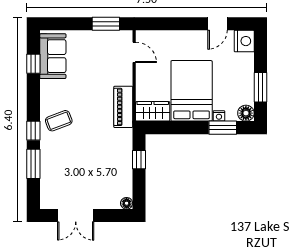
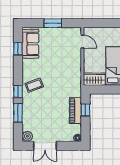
window: (106, 24) -> (53, 23), moved
piano: (123, 107) -> (75, 110), moved
plant: (48, 201) -> (27, 136), added

